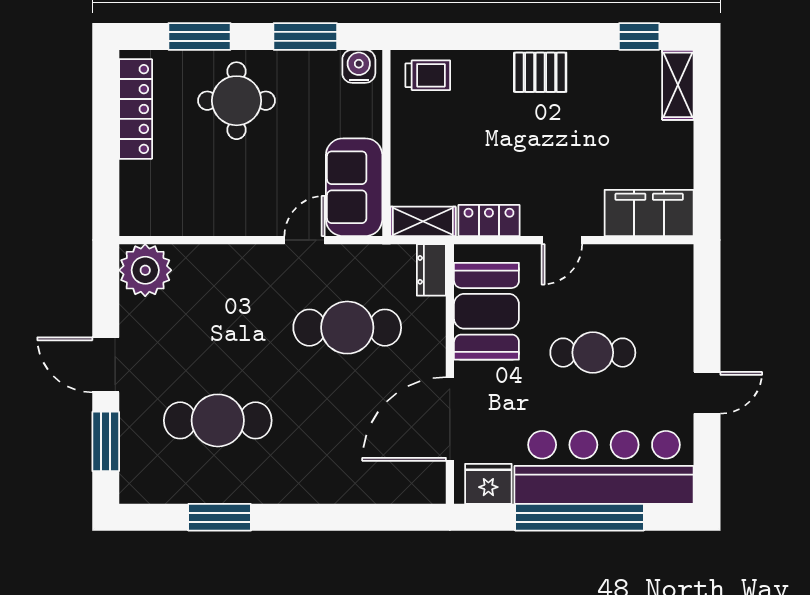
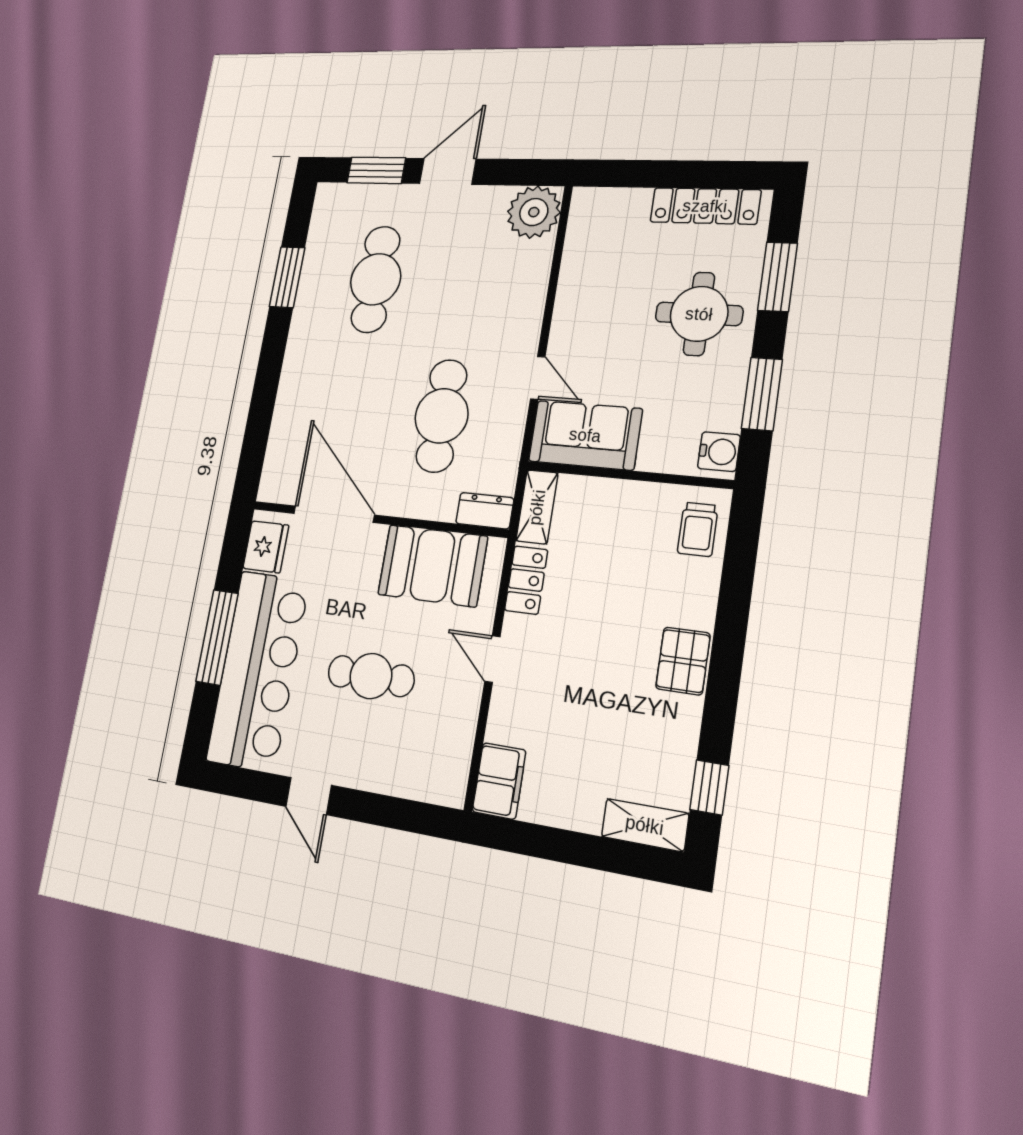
filing cabinet: (649, 213) -> (499, 781), width x0.67, depth x0.86
cafe table: (593, 353) -> (371, 676), turned 90
window: (579, 517) -> (217, 637), width x0.68

